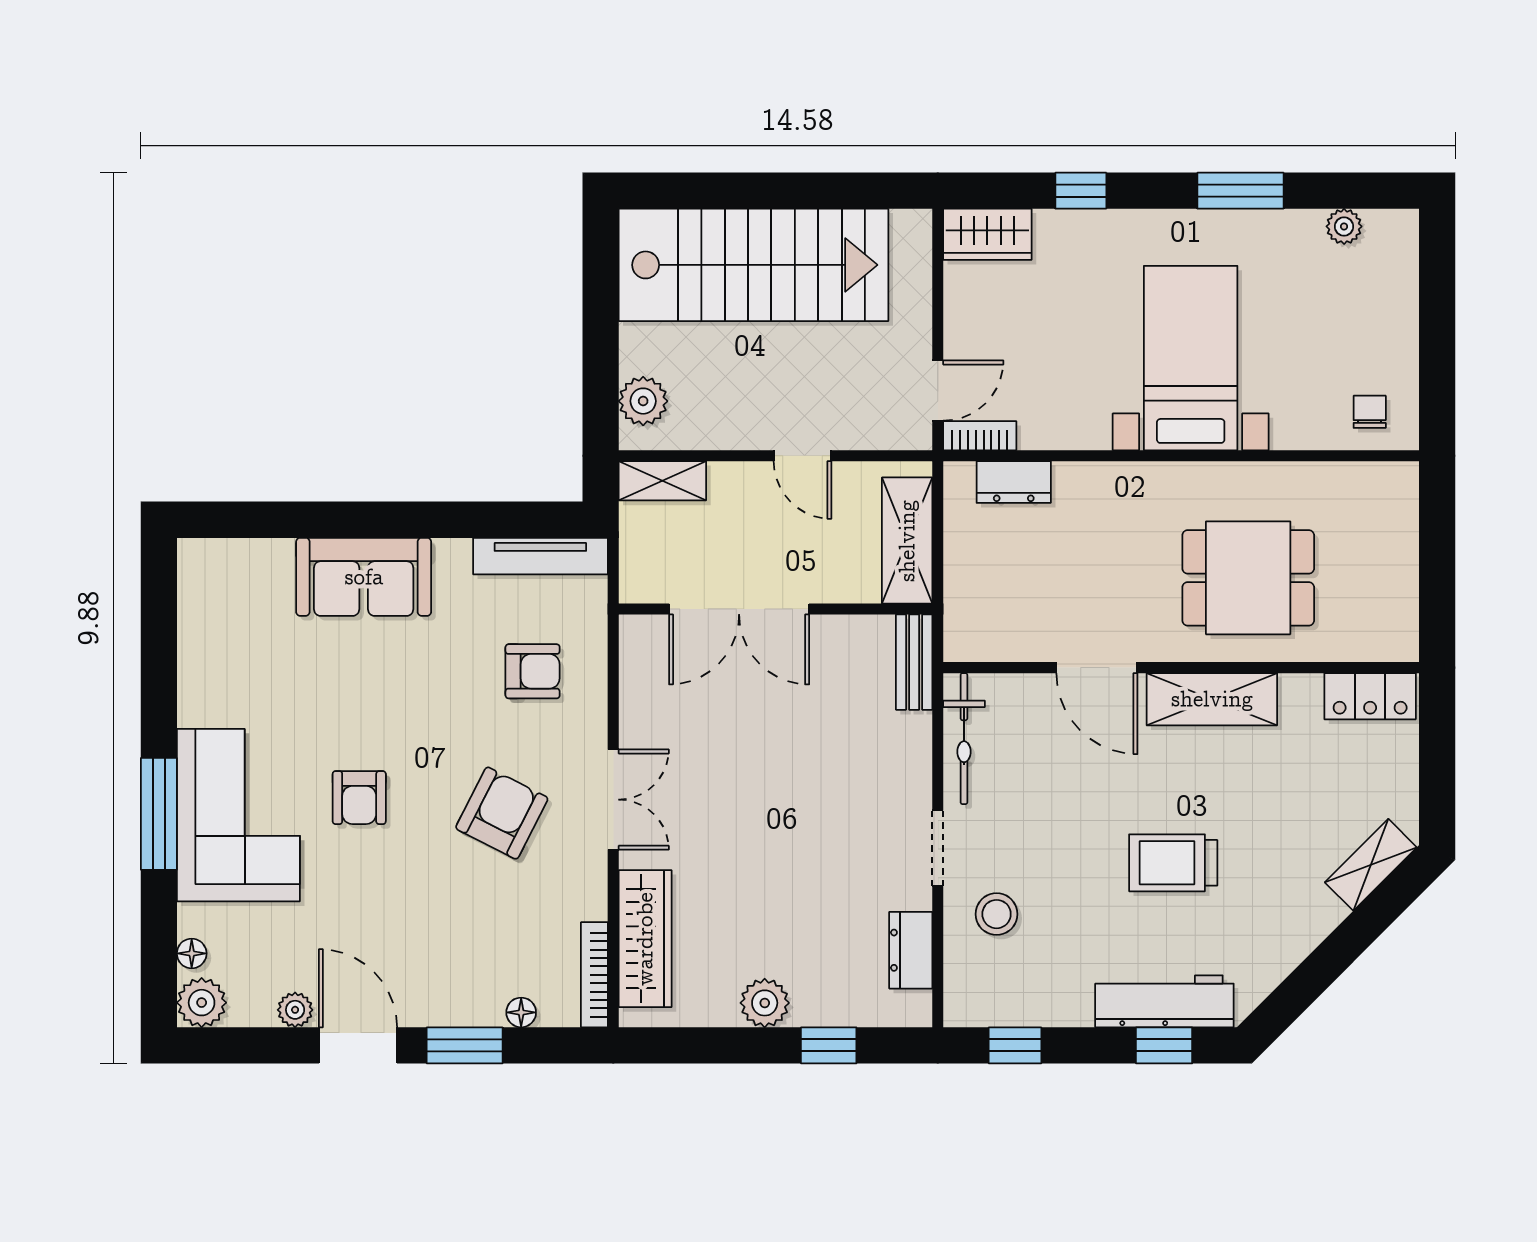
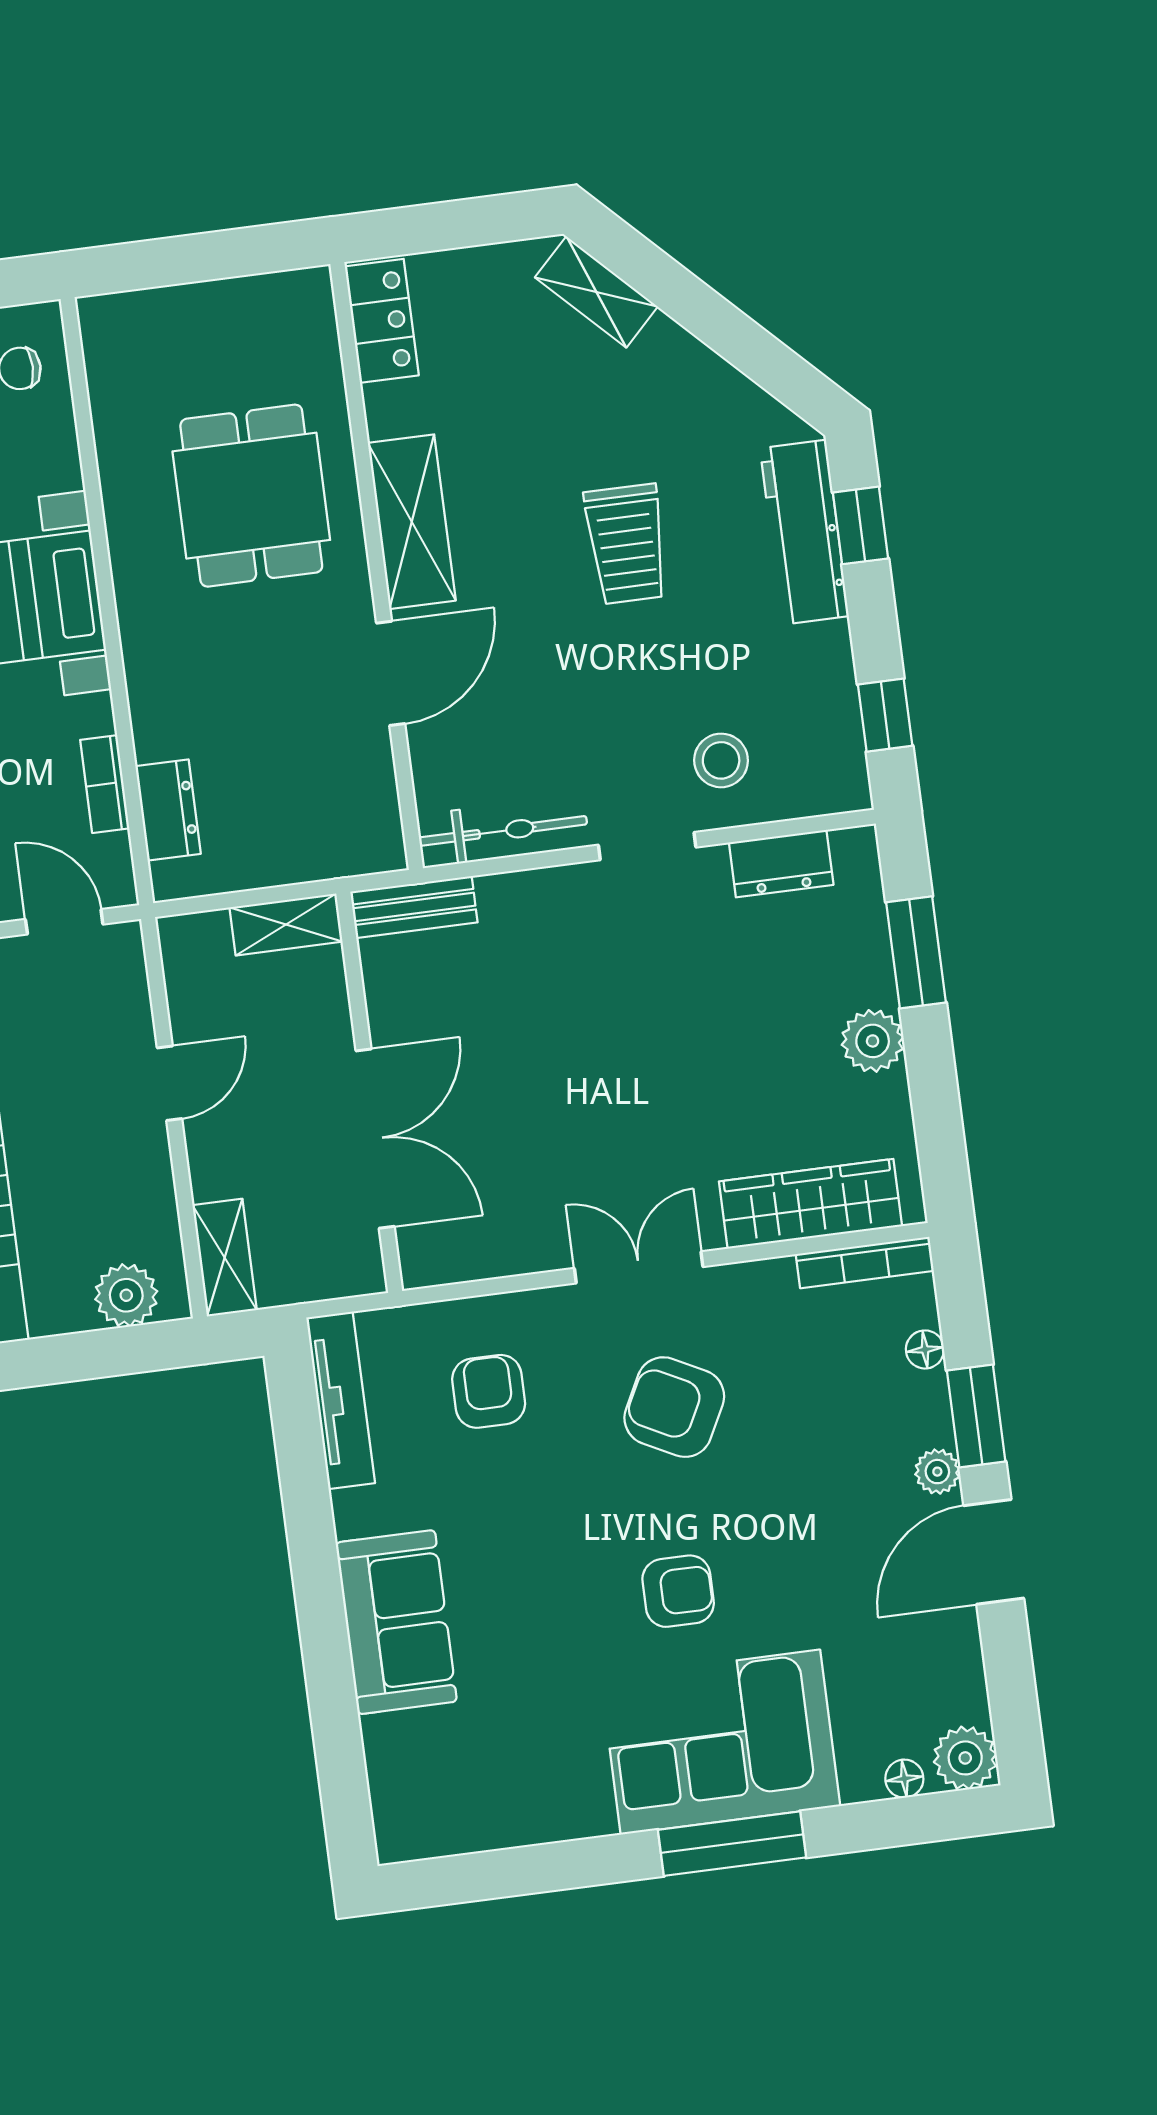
bookcase: (980, 436) -> (105, 784), moved
shelving: (907, 541) -> (286, 925), width x0.67, depth x0.75
plant: (295, 1010) -> (937, 1472), moved
window: (829, 1045) -> (916, 952), width x1.50

